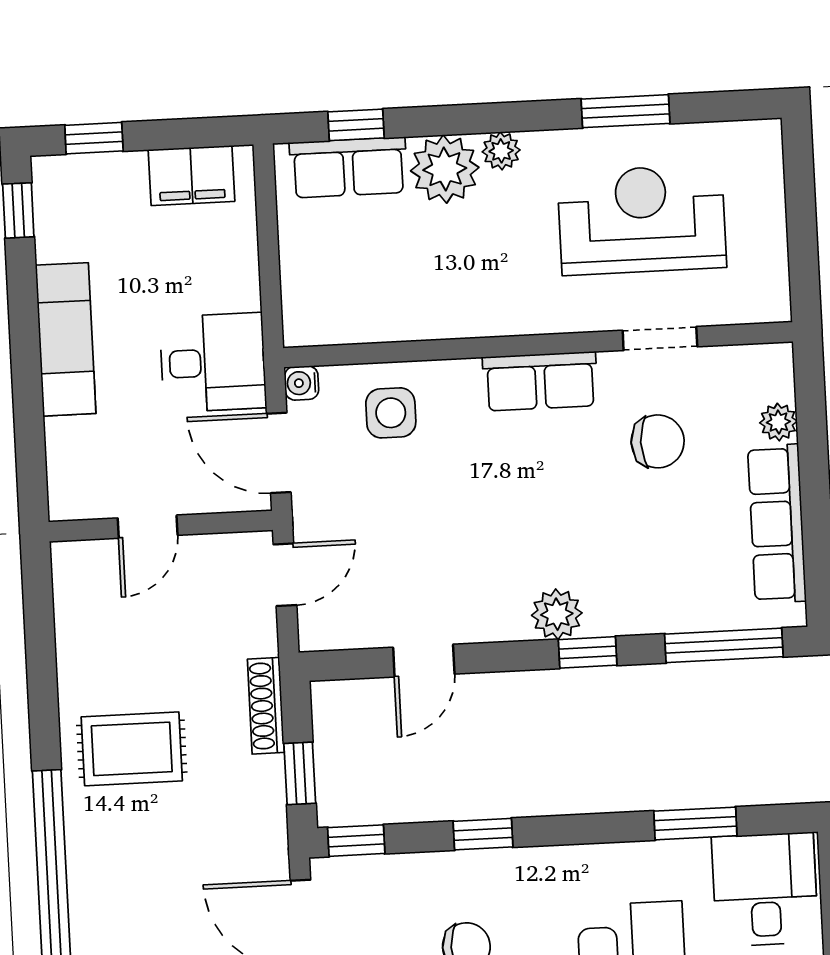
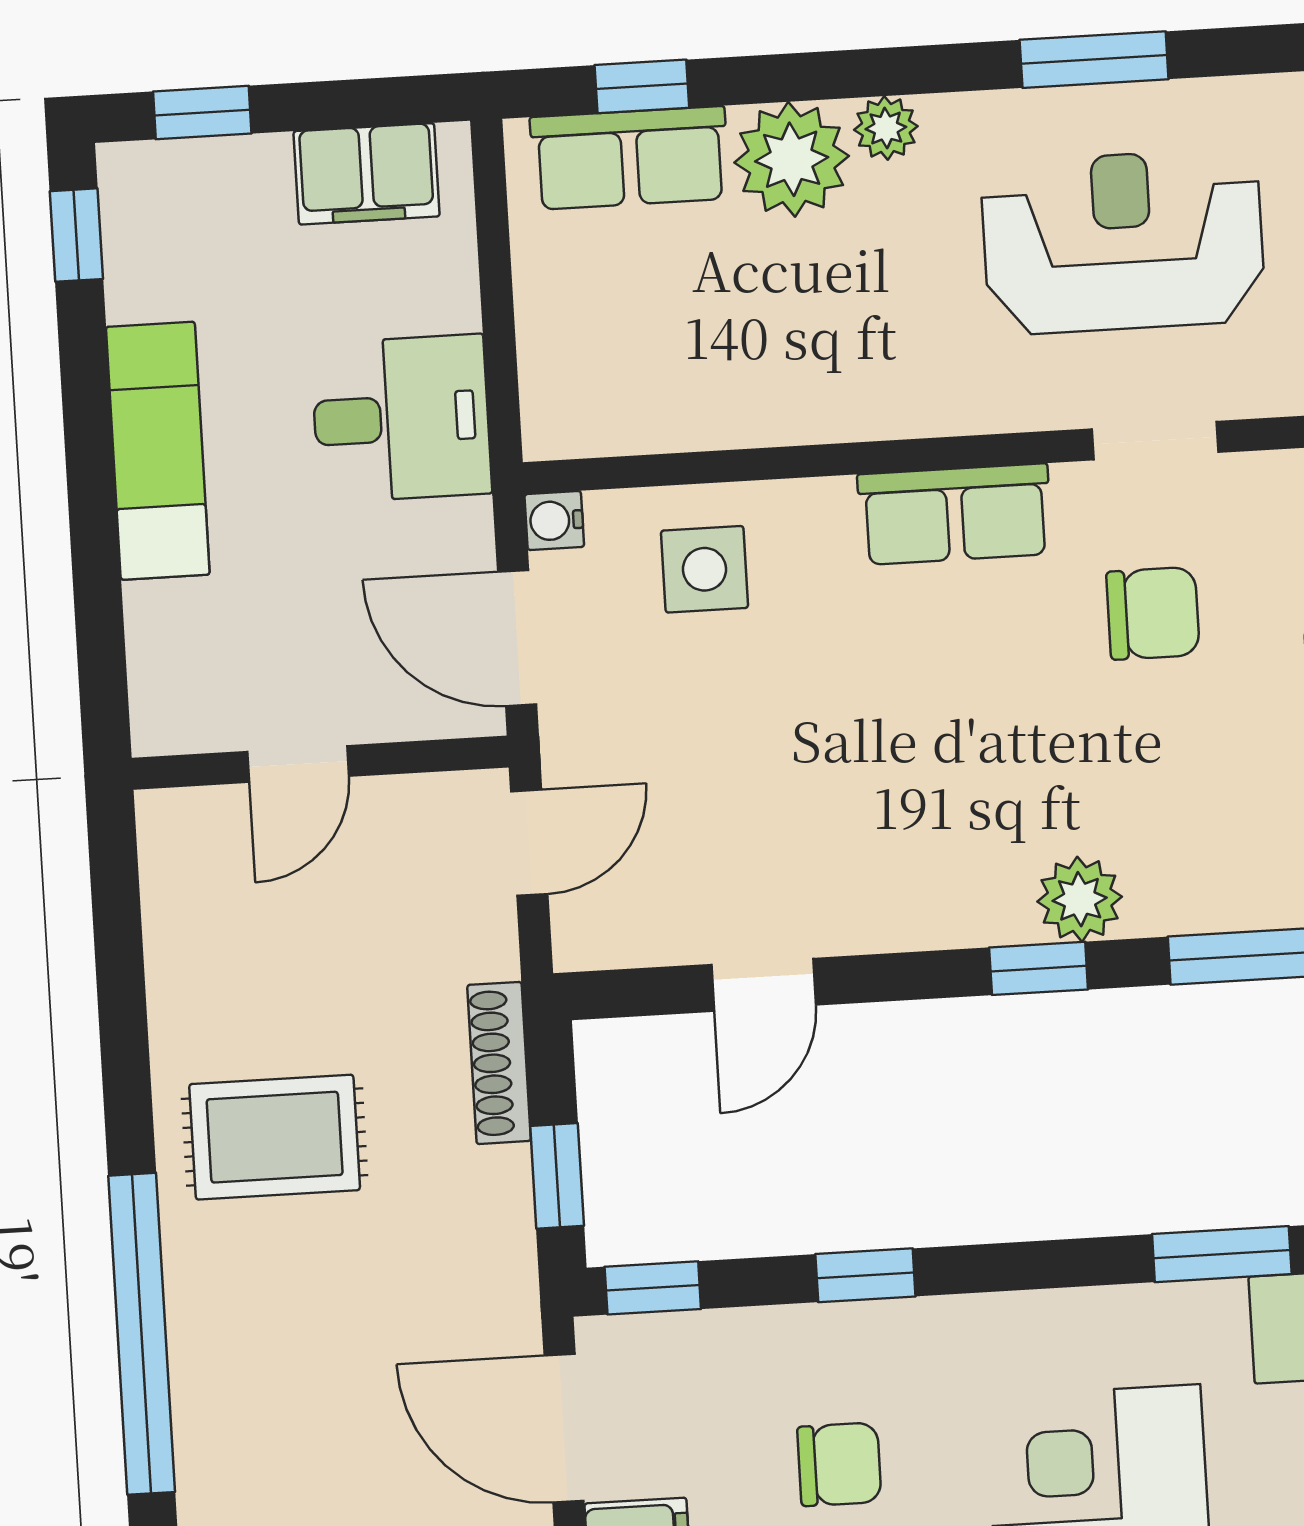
desk: (213, 363) -> (401, 418), moved
plant: (557, 614) -> (1080, 899), moved

